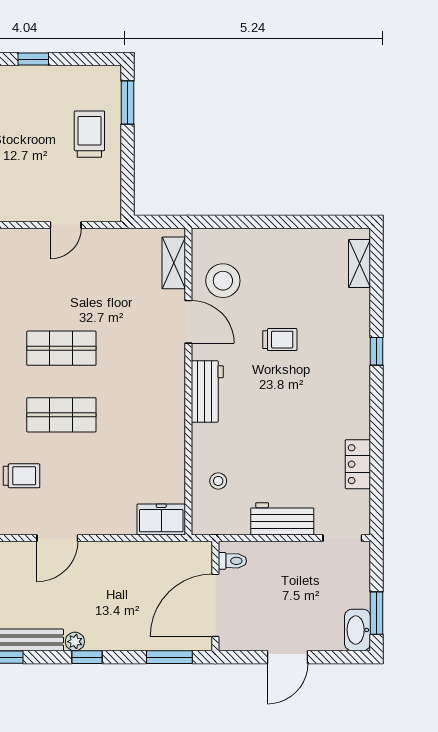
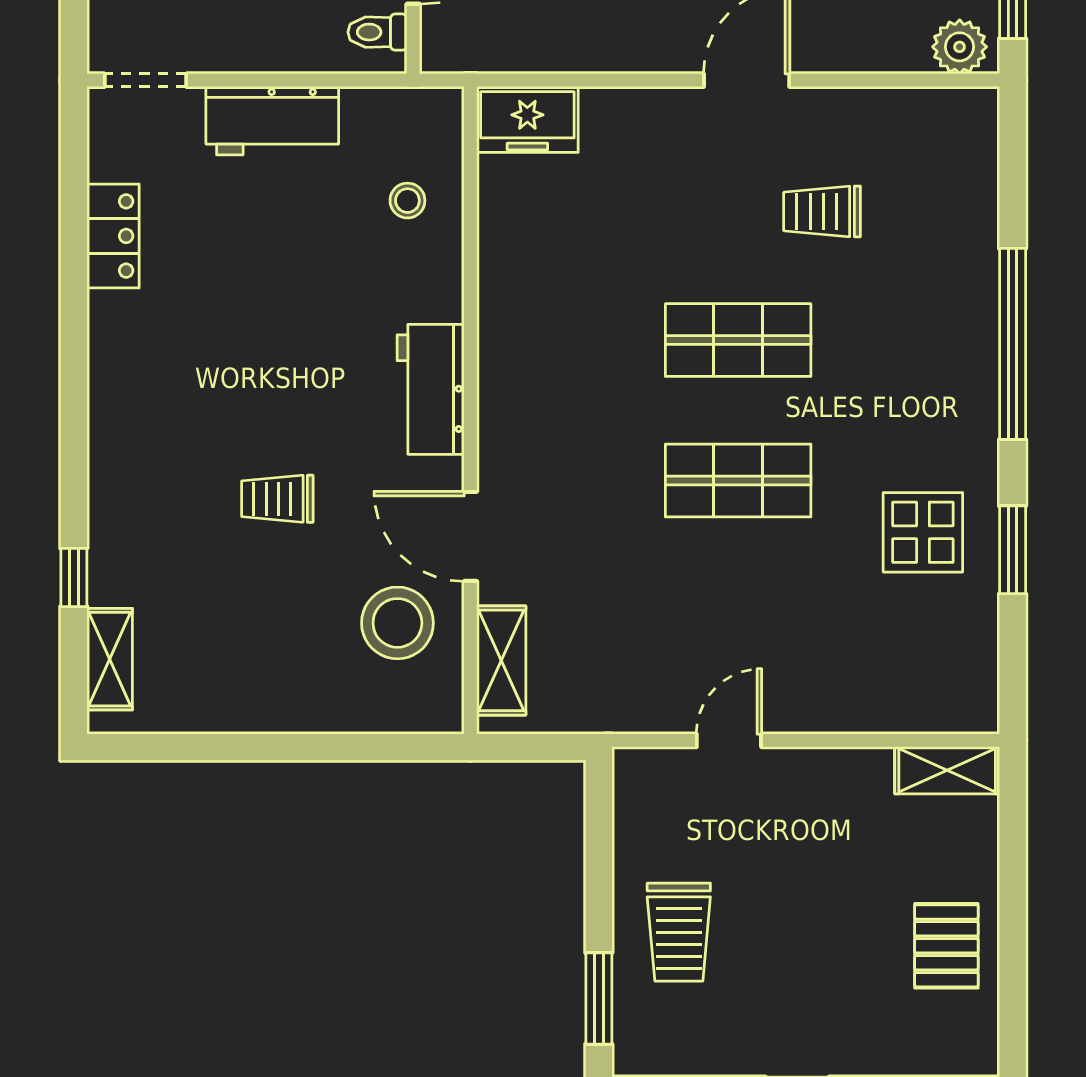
window: (376, 351) -> (74, 577), moved

